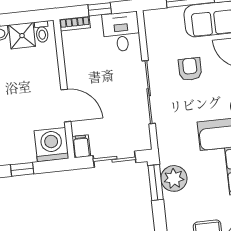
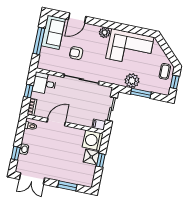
shower: (22, 36) -> (91, 157), moved
door: (66, 106) -> (56, 122), moved
window: (156, 182) -> (141, 93), moved

